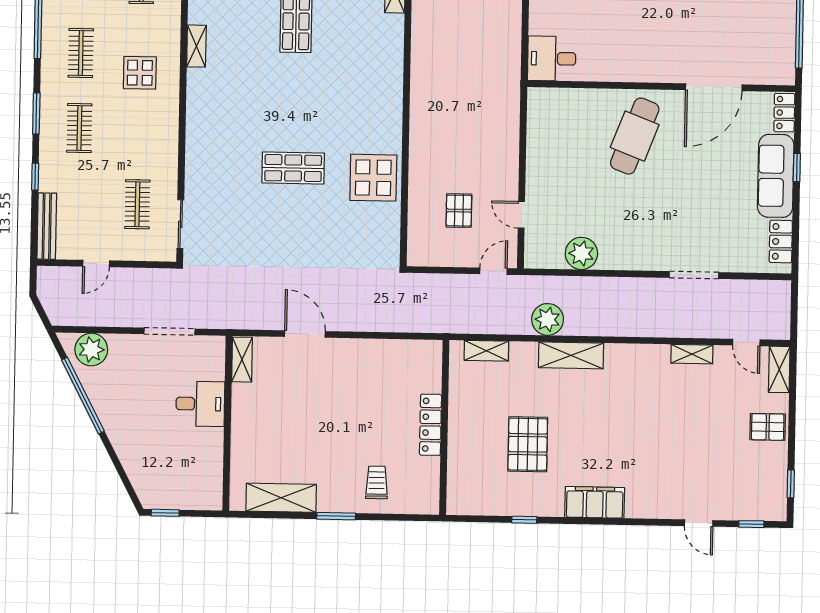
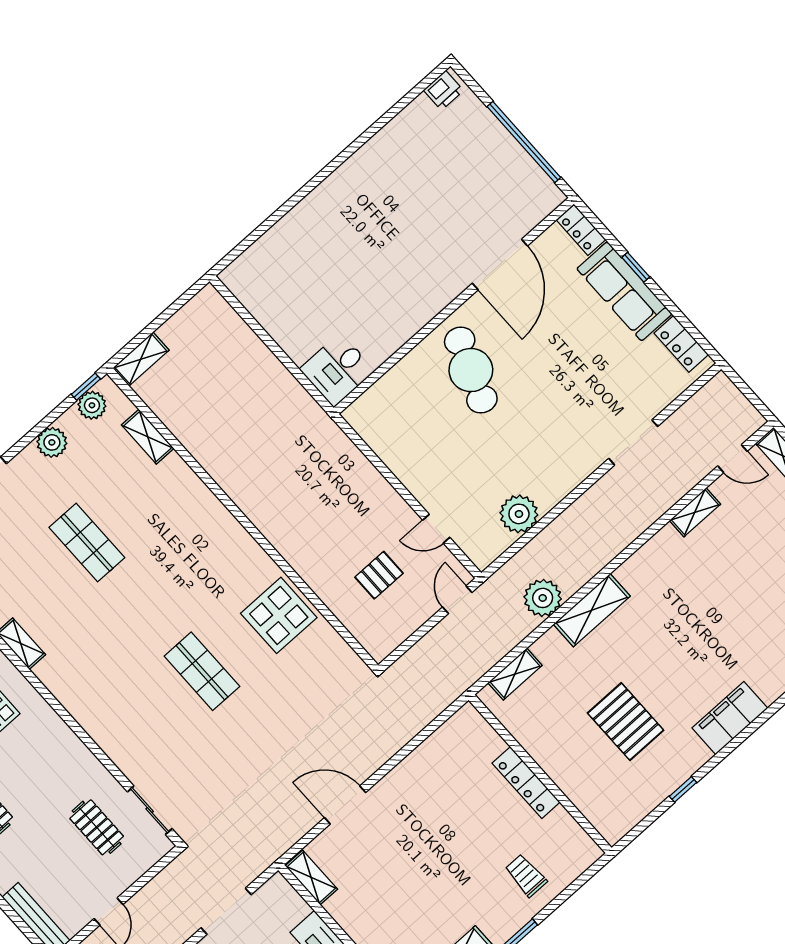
shop shelf: (293, 168) -> (202, 671), turned 90
pallet: (459, 211) -> (379, 575), turned 90

